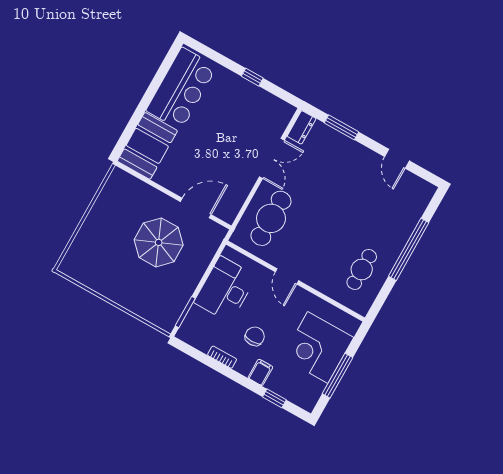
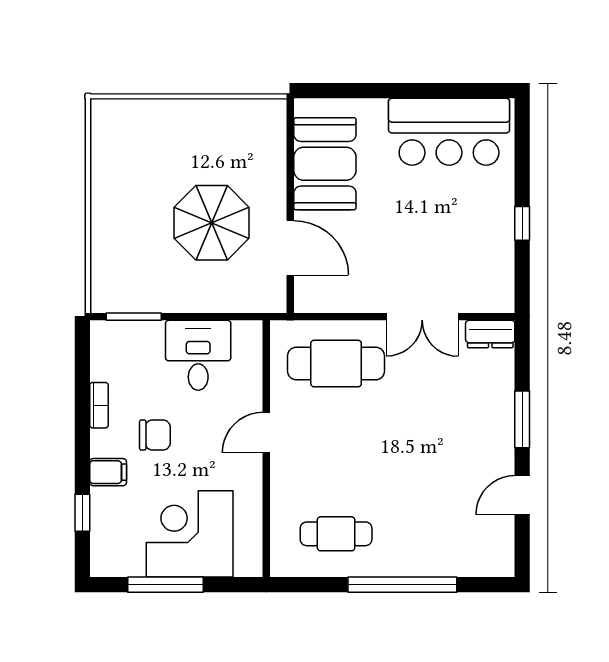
window: (342, 127) -> (522, 419), moved
booth: (147, 146) -> (325, 164), moved, turned 90
desk: (225, 289) -> (198, 355), width x0.73

